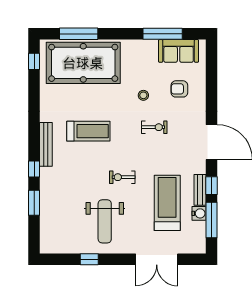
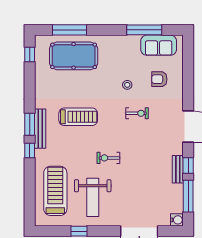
pool table: (83, 63) -> (74, 56), width x0.73, depth x0.76
window: (34, 203) -> (30, 124), moved
treadmill: (167, 203) -> (55, 191), moved
water cooler: (199, 213) -> (177, 220), moved

